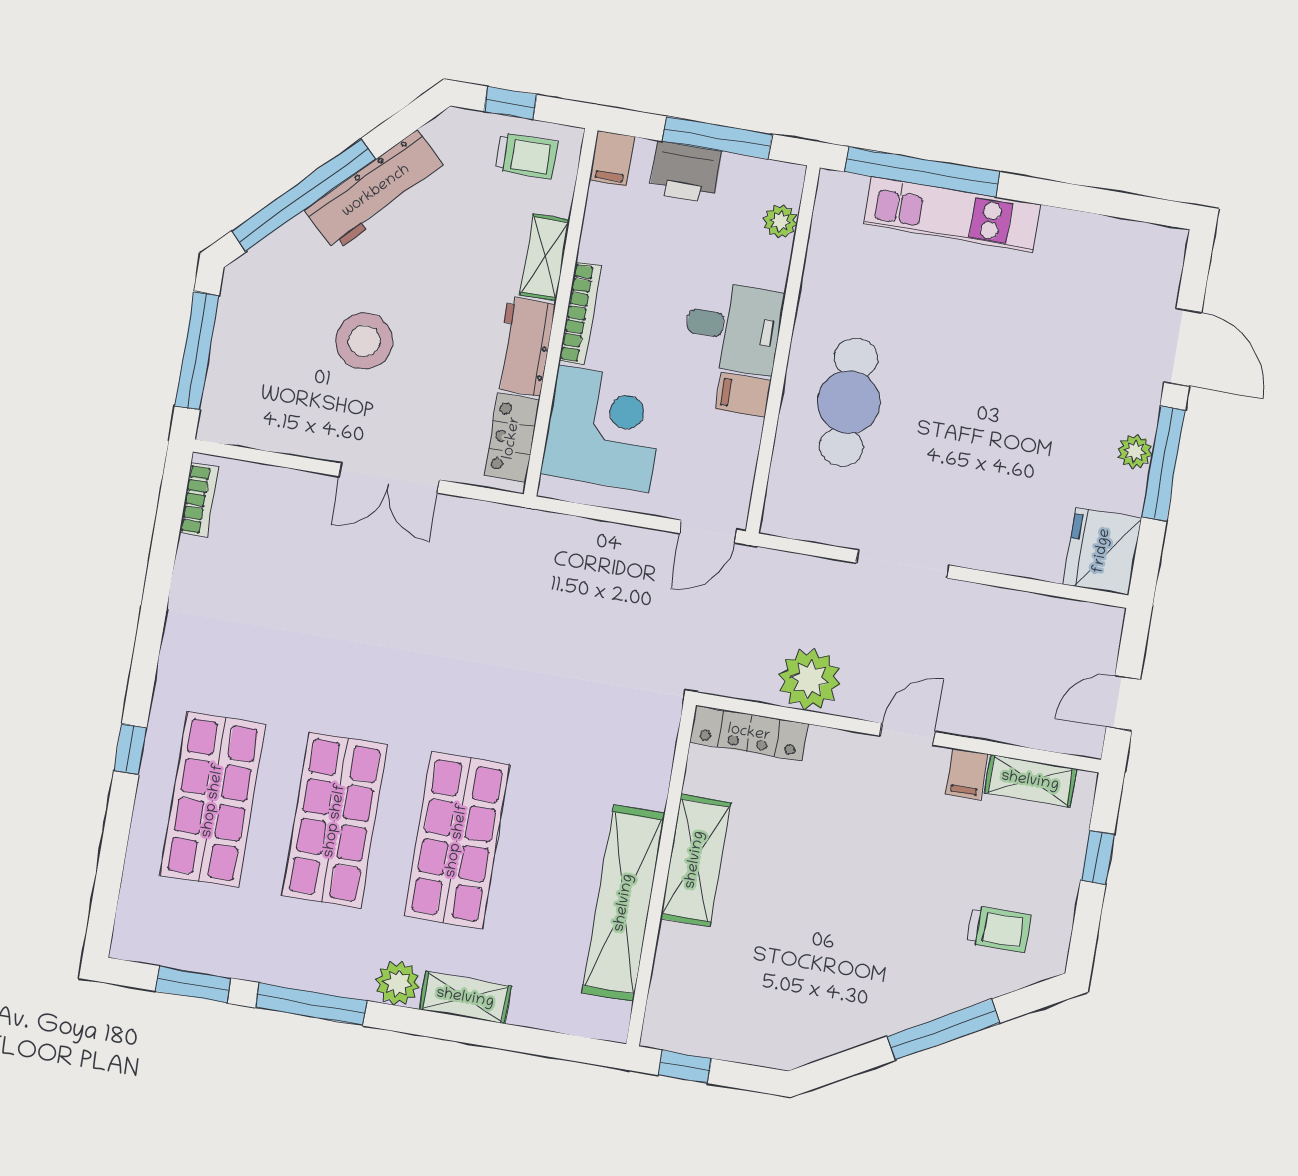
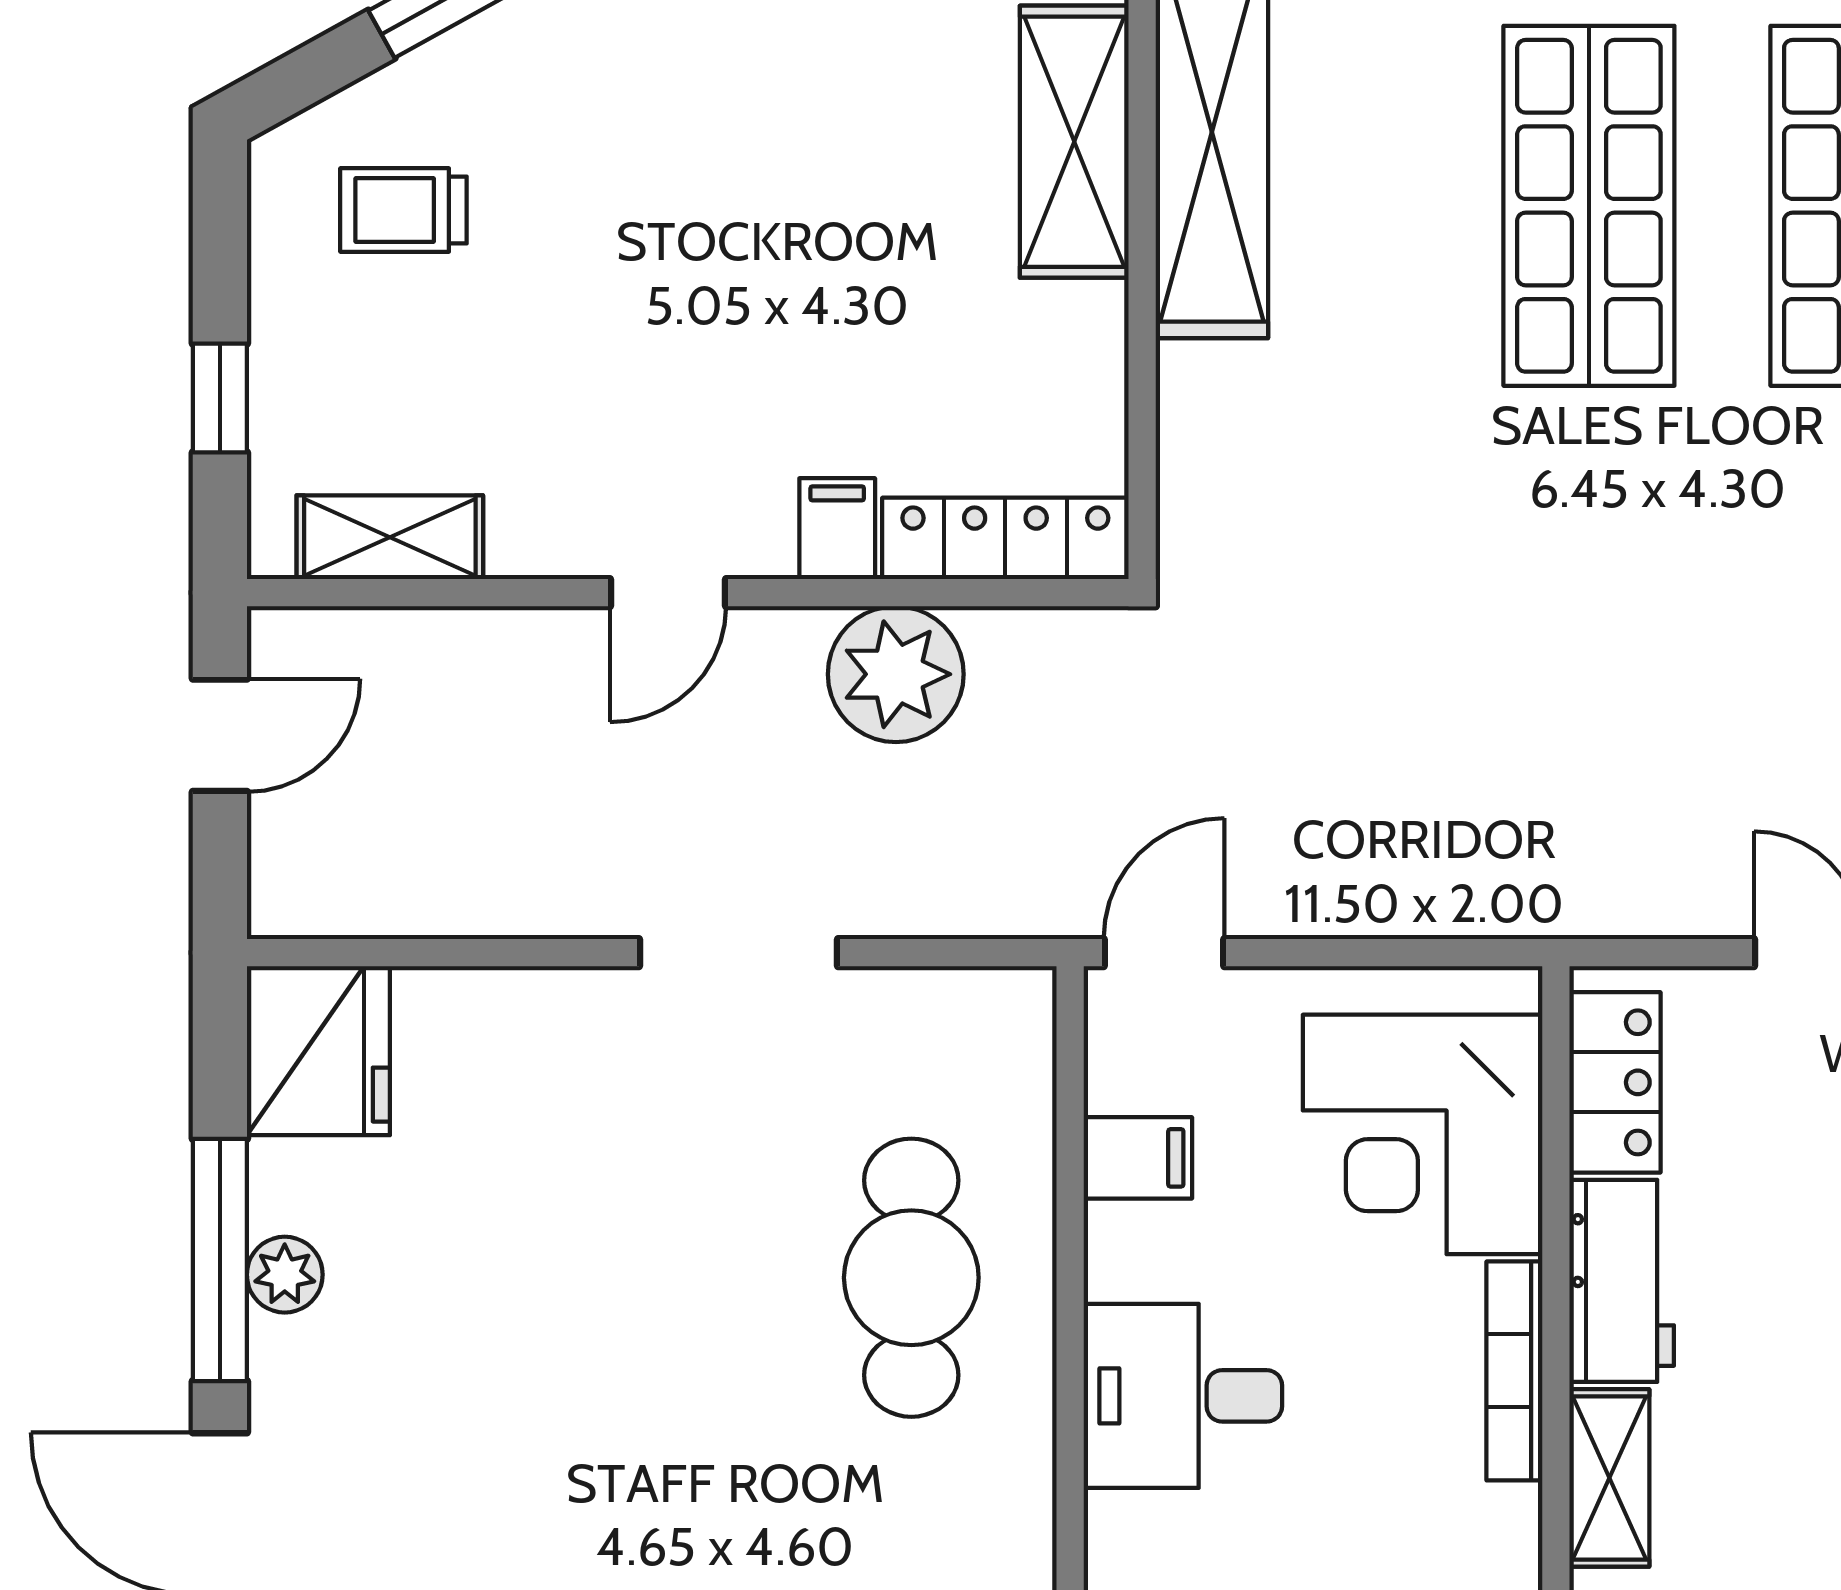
filing cabinet: (743, 395) -> (1138, 1158), moved
filing cabinet: (967, 774) -> (837, 529), moved
shelving: (695, 860) -> (1074, 142), moved

